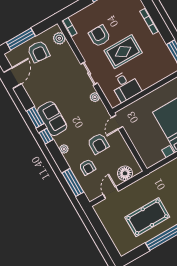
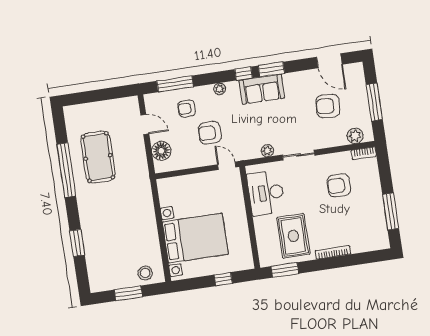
armchair: (99, 36) -> (339, 185), turned 180
window: (21, 39) -> (374, 102), moved
armchair: (39, 51) -> (328, 106), moved
rug: (123, 52) -> (293, 236), moved
desk: (126, 86) -> (266, 193), width x1.37

